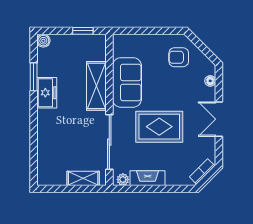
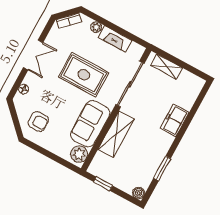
plant: (122, 47) -> (79, 154), added
freezer: (47, 93) -> (175, 120), moved
plant: (123, 180) -> (96, 27), moved

